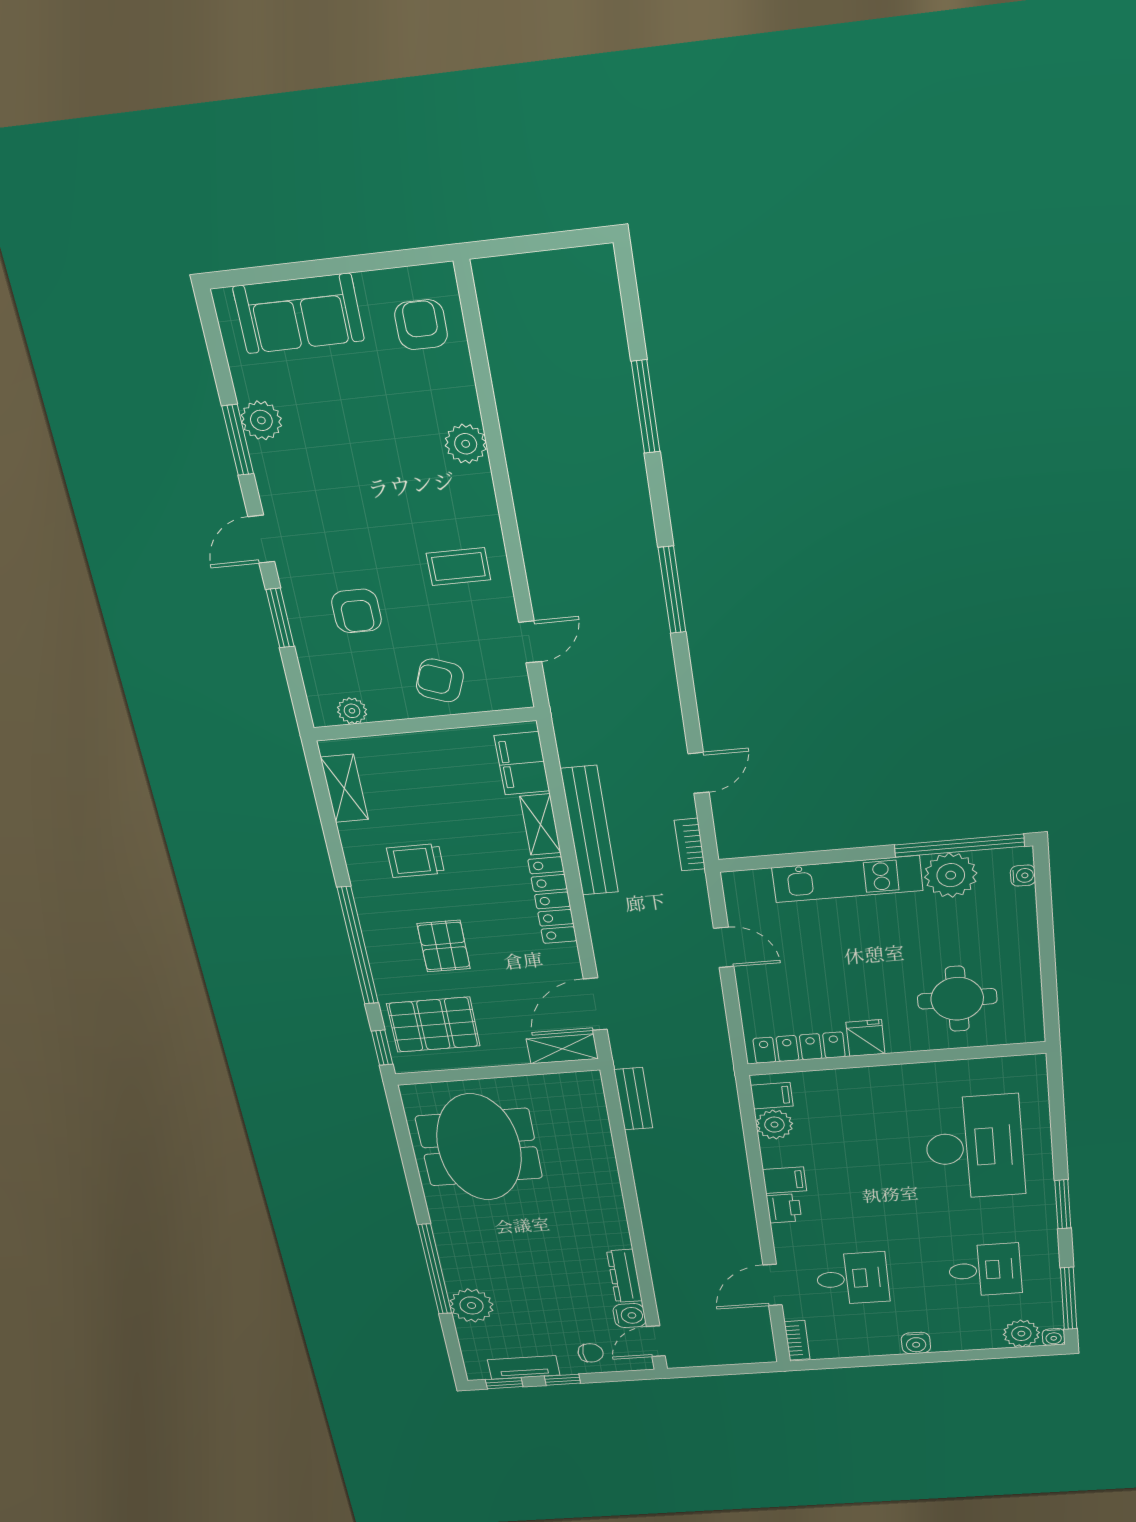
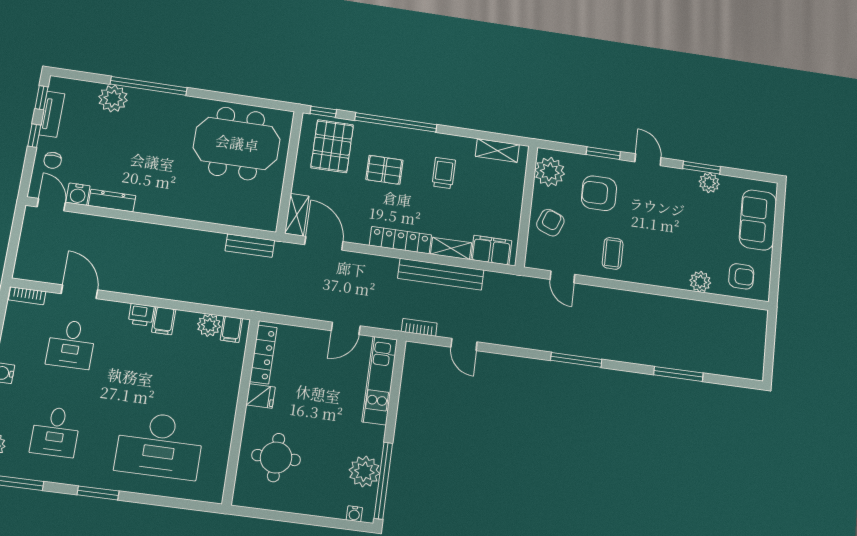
plant: (466, 444) -> (700, 282), moved
armchair: (357, 611) -> (599, 193), width x1.38, depth x1.38
plant: (352, 711) -> (550, 172), width x1.87, depth x1.87
kitchen unit: (847, 879) -> (380, 380), moved

